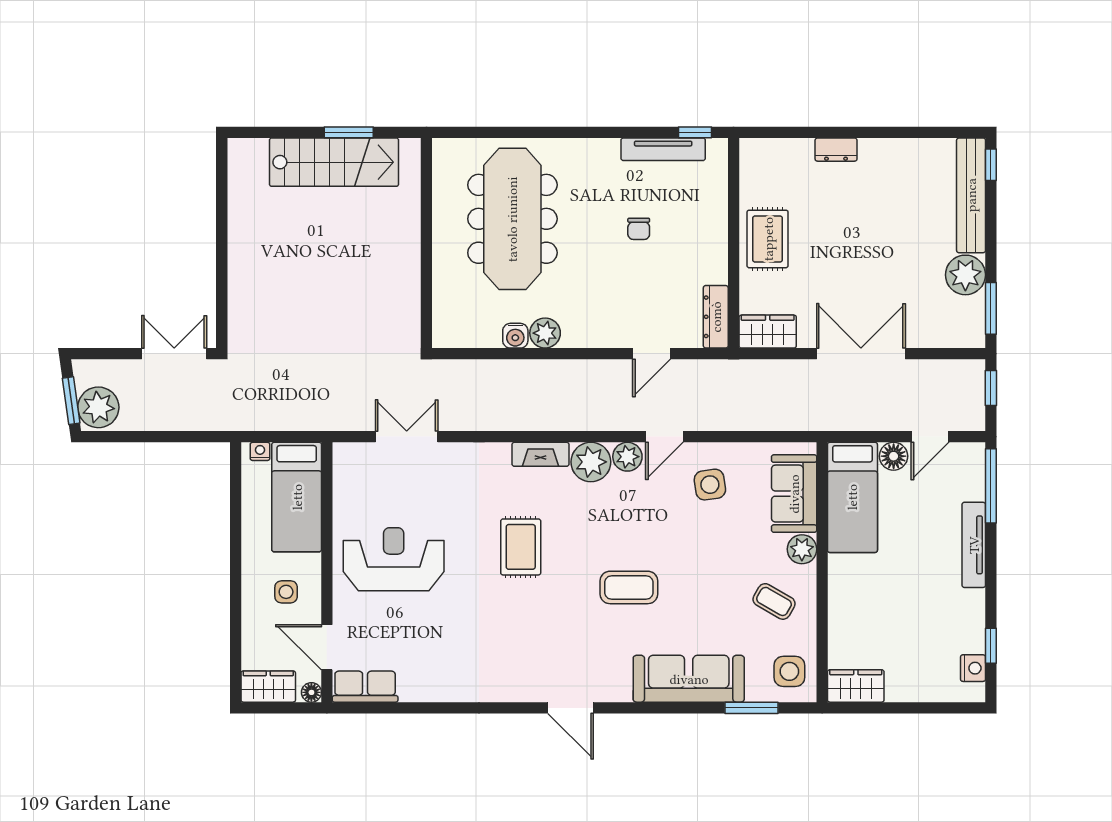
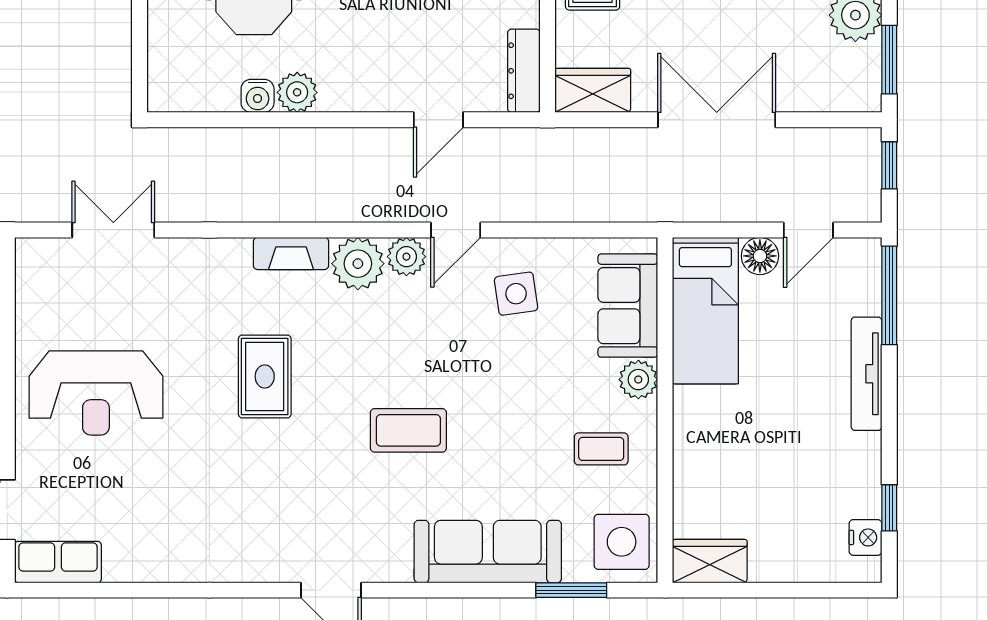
reception desk: (394, 559) -> (96, 393), turned 180
coffee table: (774, 601) -> (601, 449), turned -30
side table: (789, 671) -> (622, 542), width x1.37, depth x1.37

